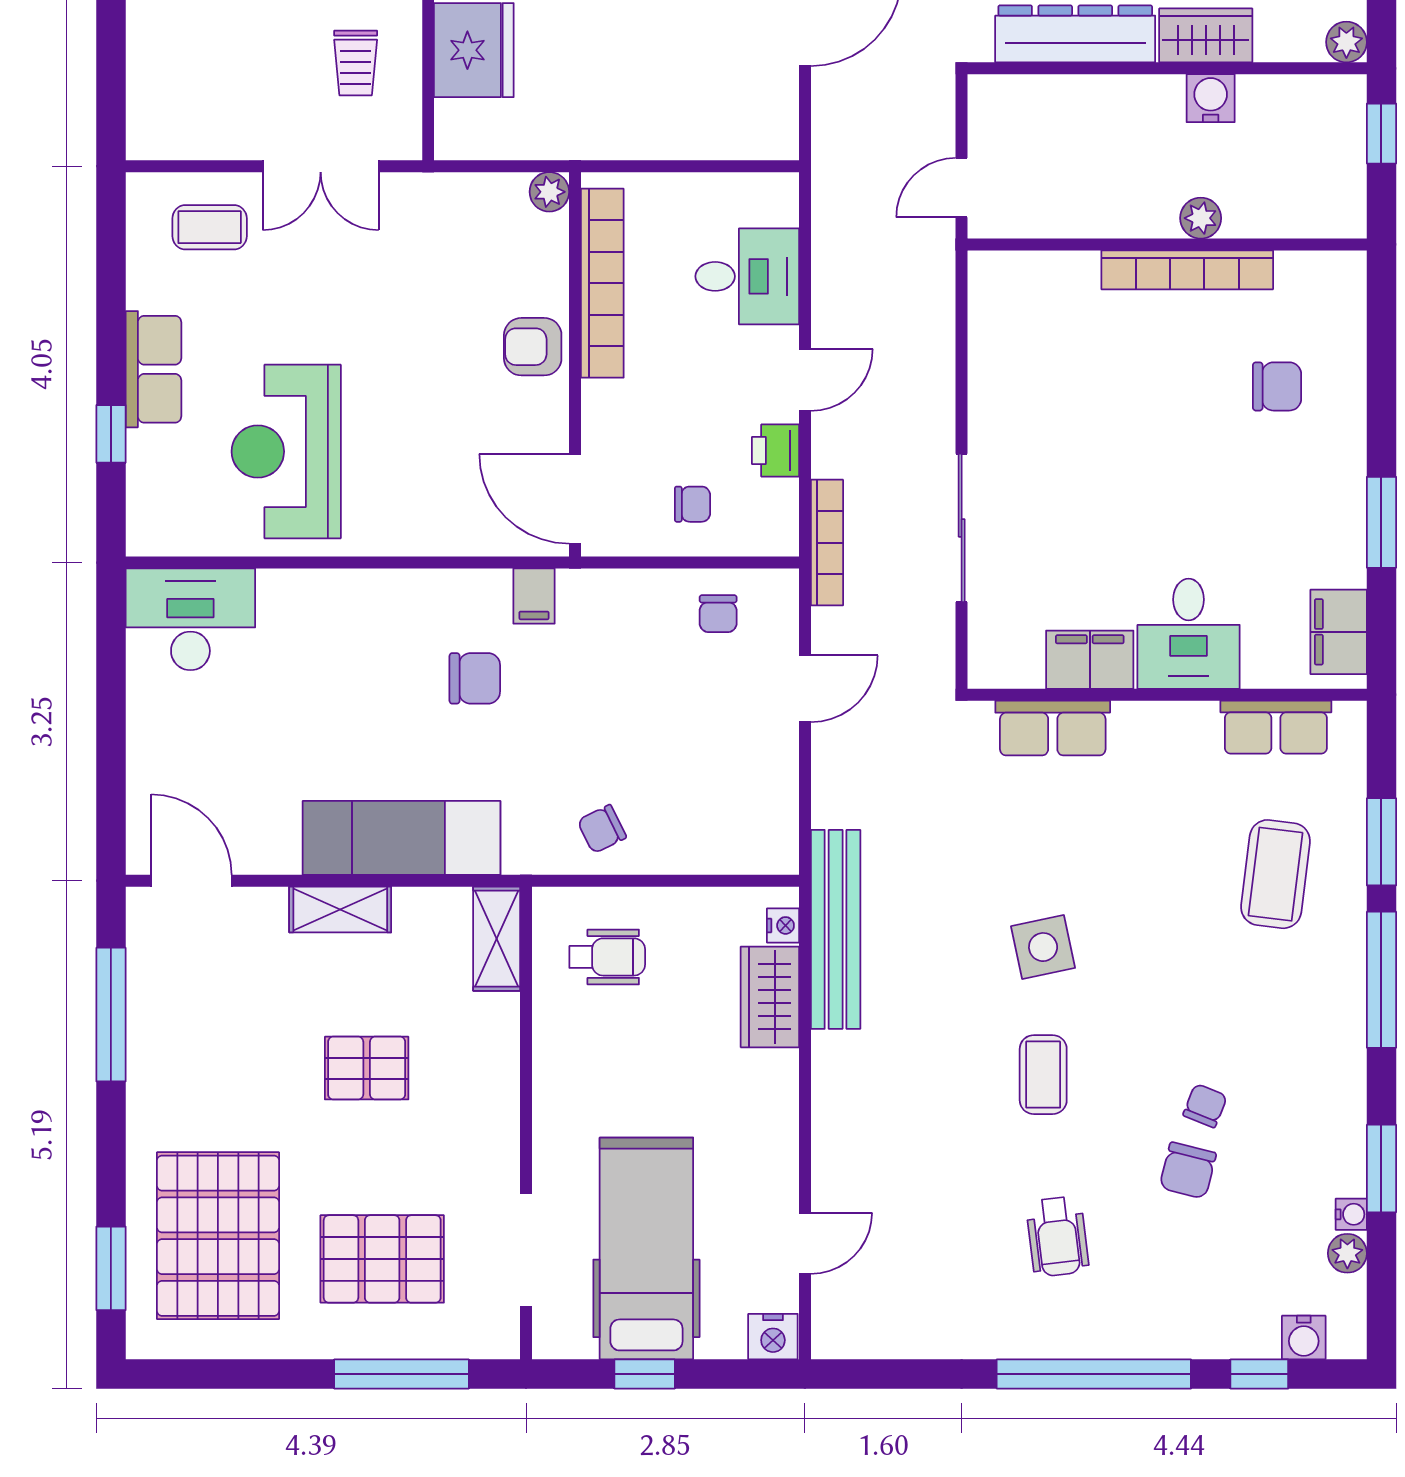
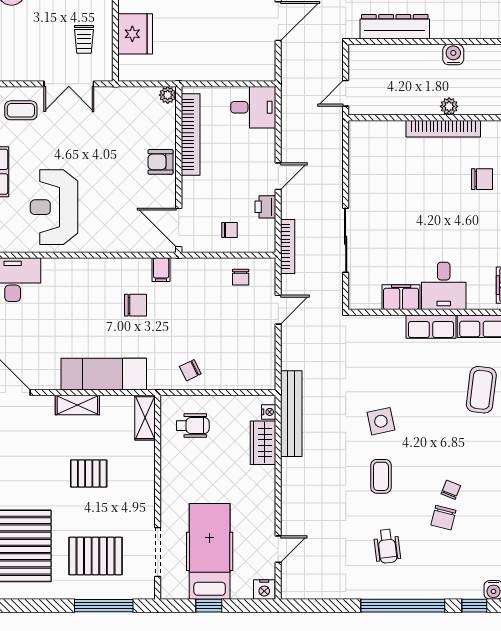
wardrobe: (1206, 35) -> (451, 27), removed
desk: (747, 276) -> (253, 107), moved
row of seats: (1053, 728) -> (431, 327), moved

